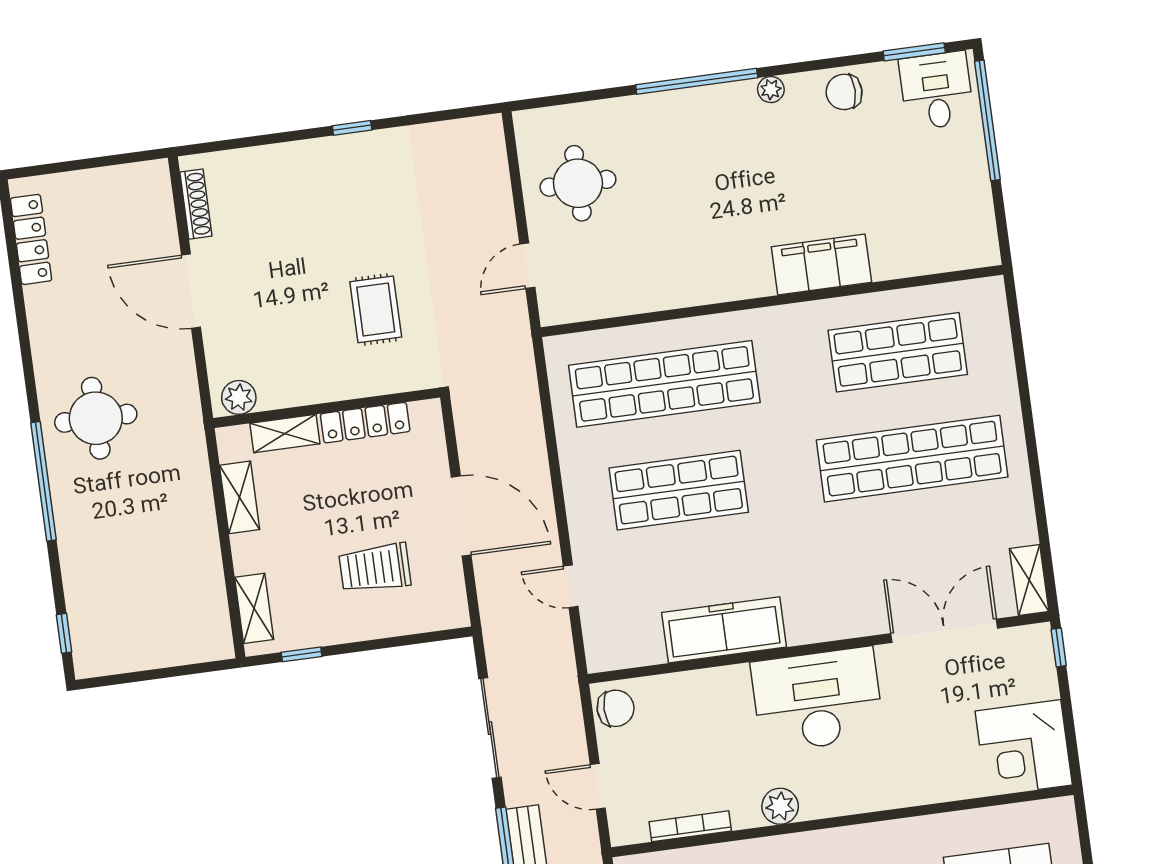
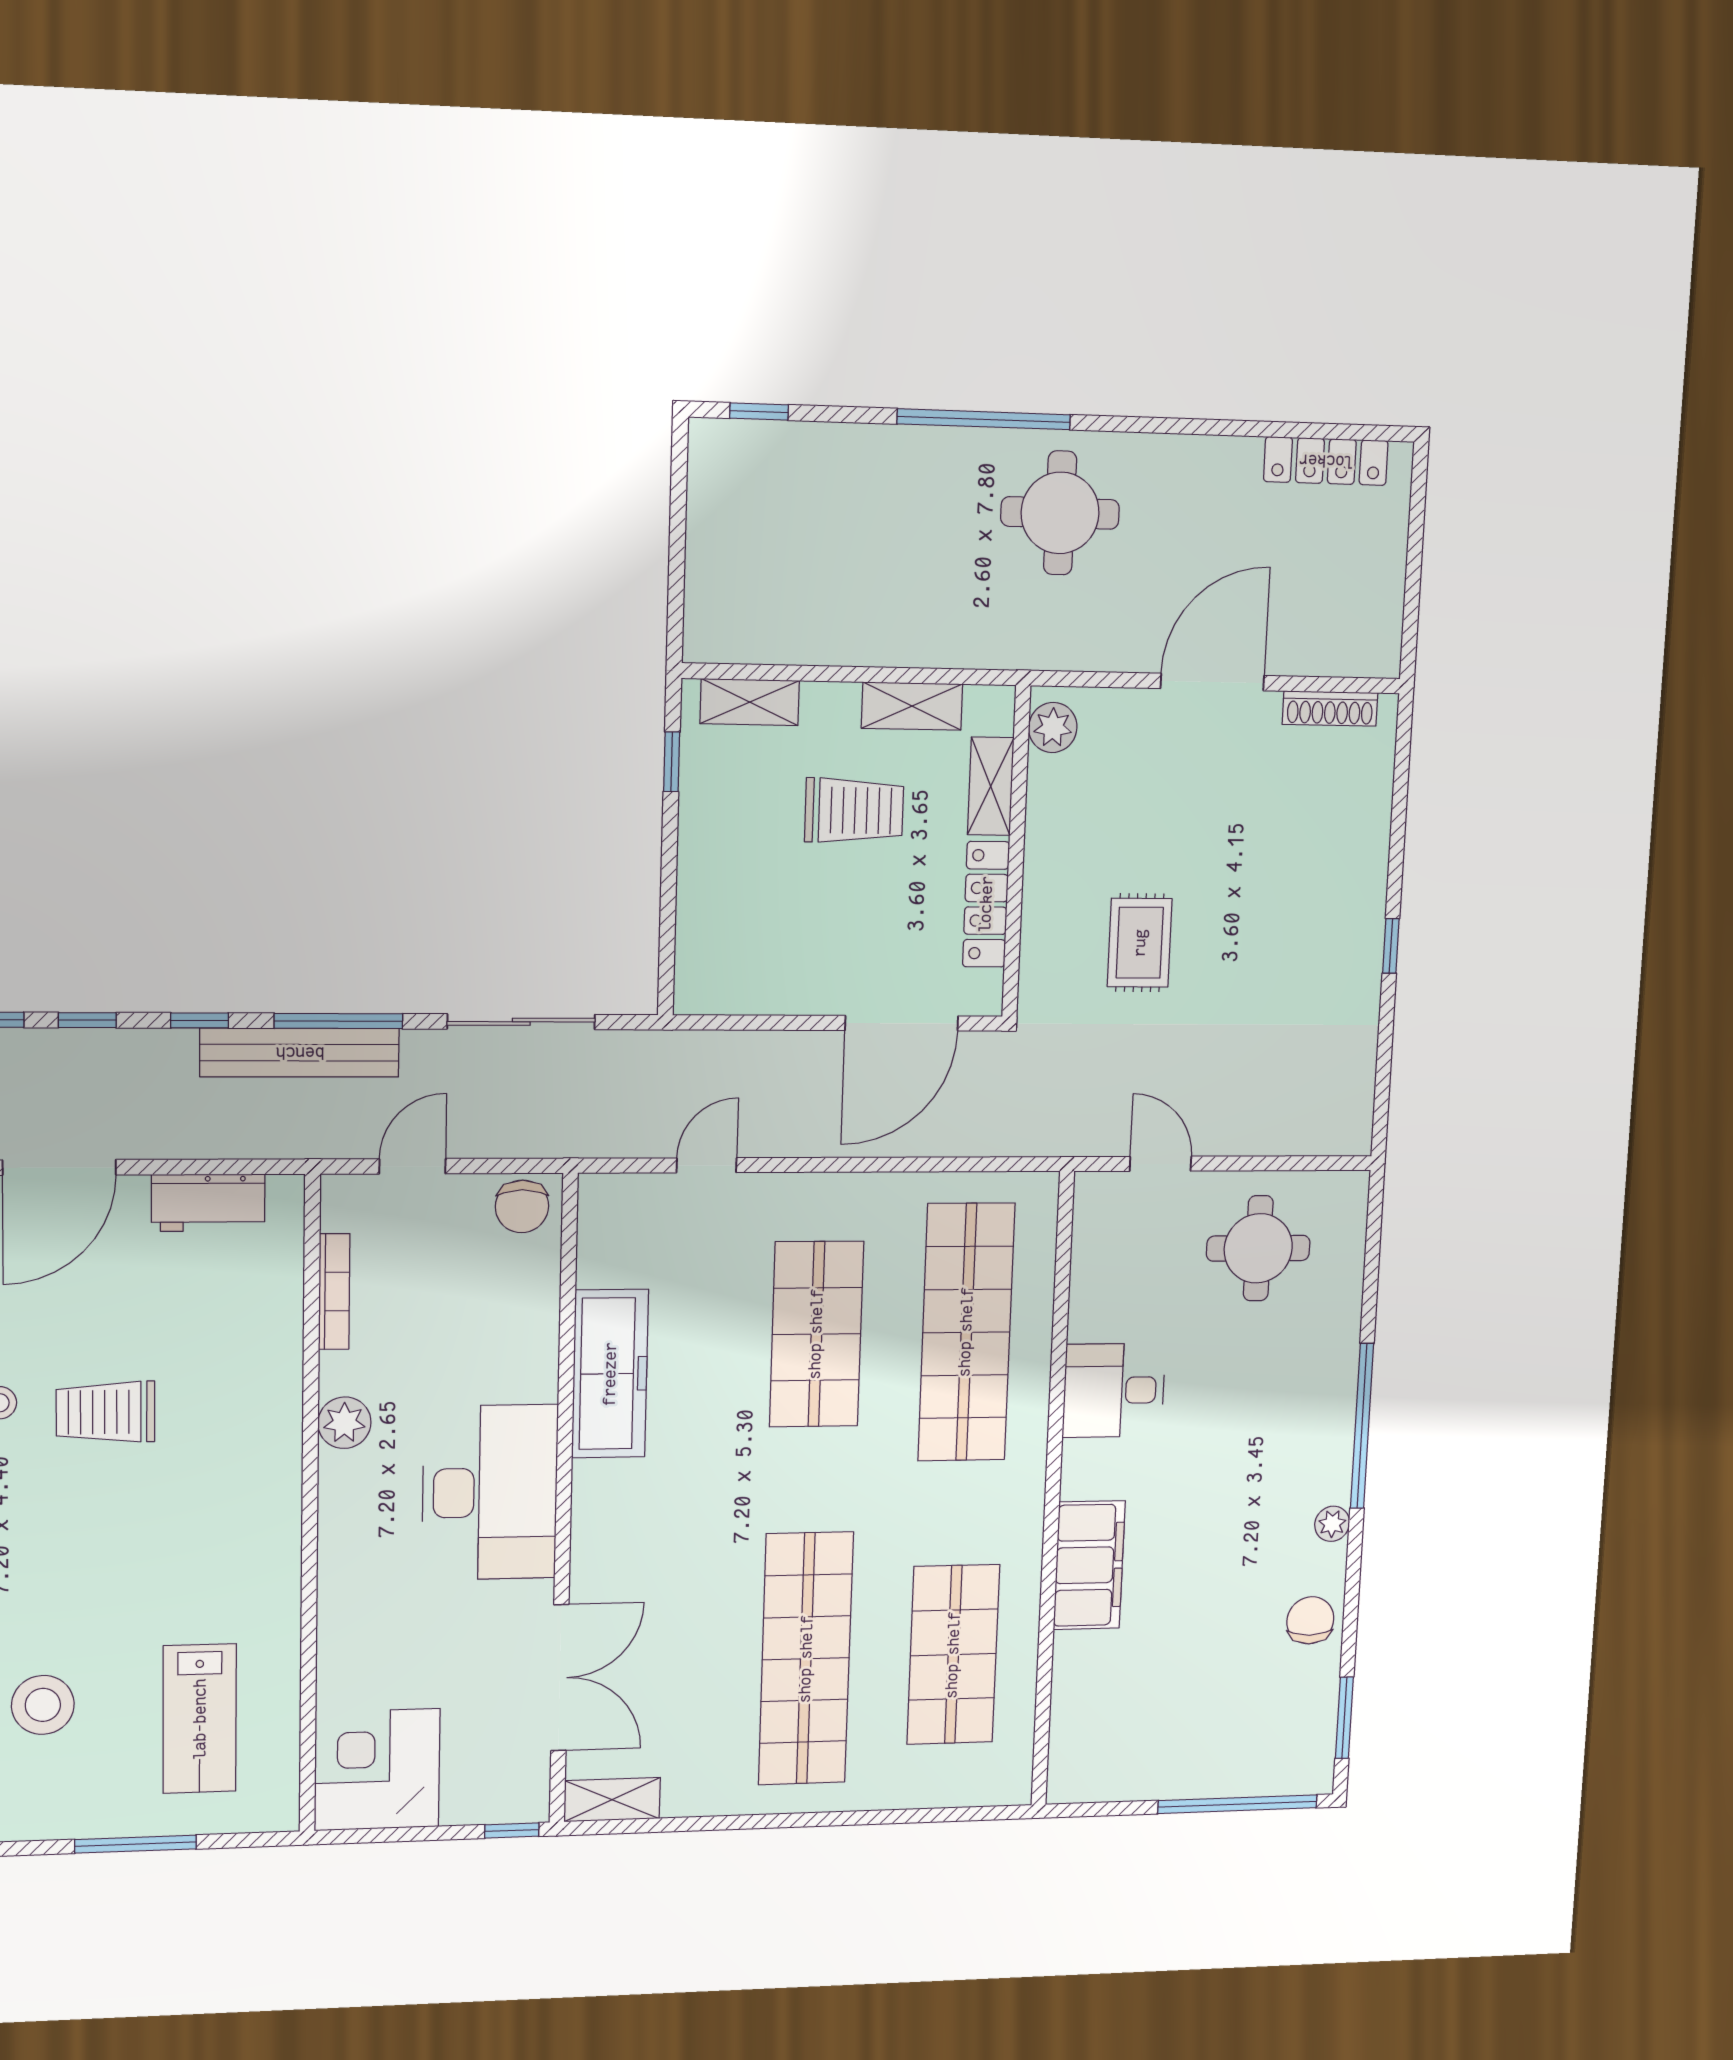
desk: (936, 91) -> (1114, 1390), moved, turned 180
rug: (376, 309) -> (1140, 943), turned 90
door: (461, 516) -> (902, 1023), moved
trolley: (375, 568) -> (854, 810), moved, turned 90

